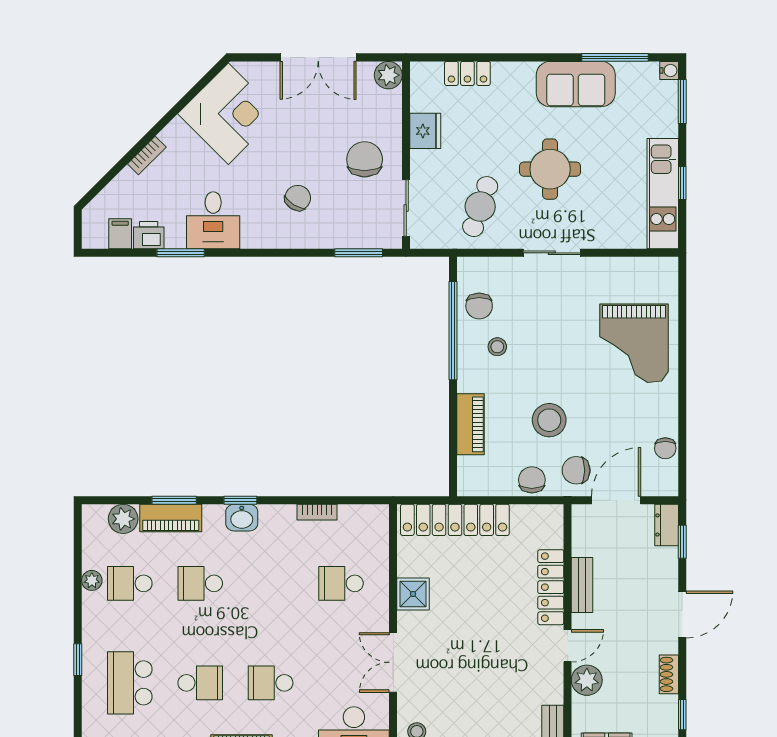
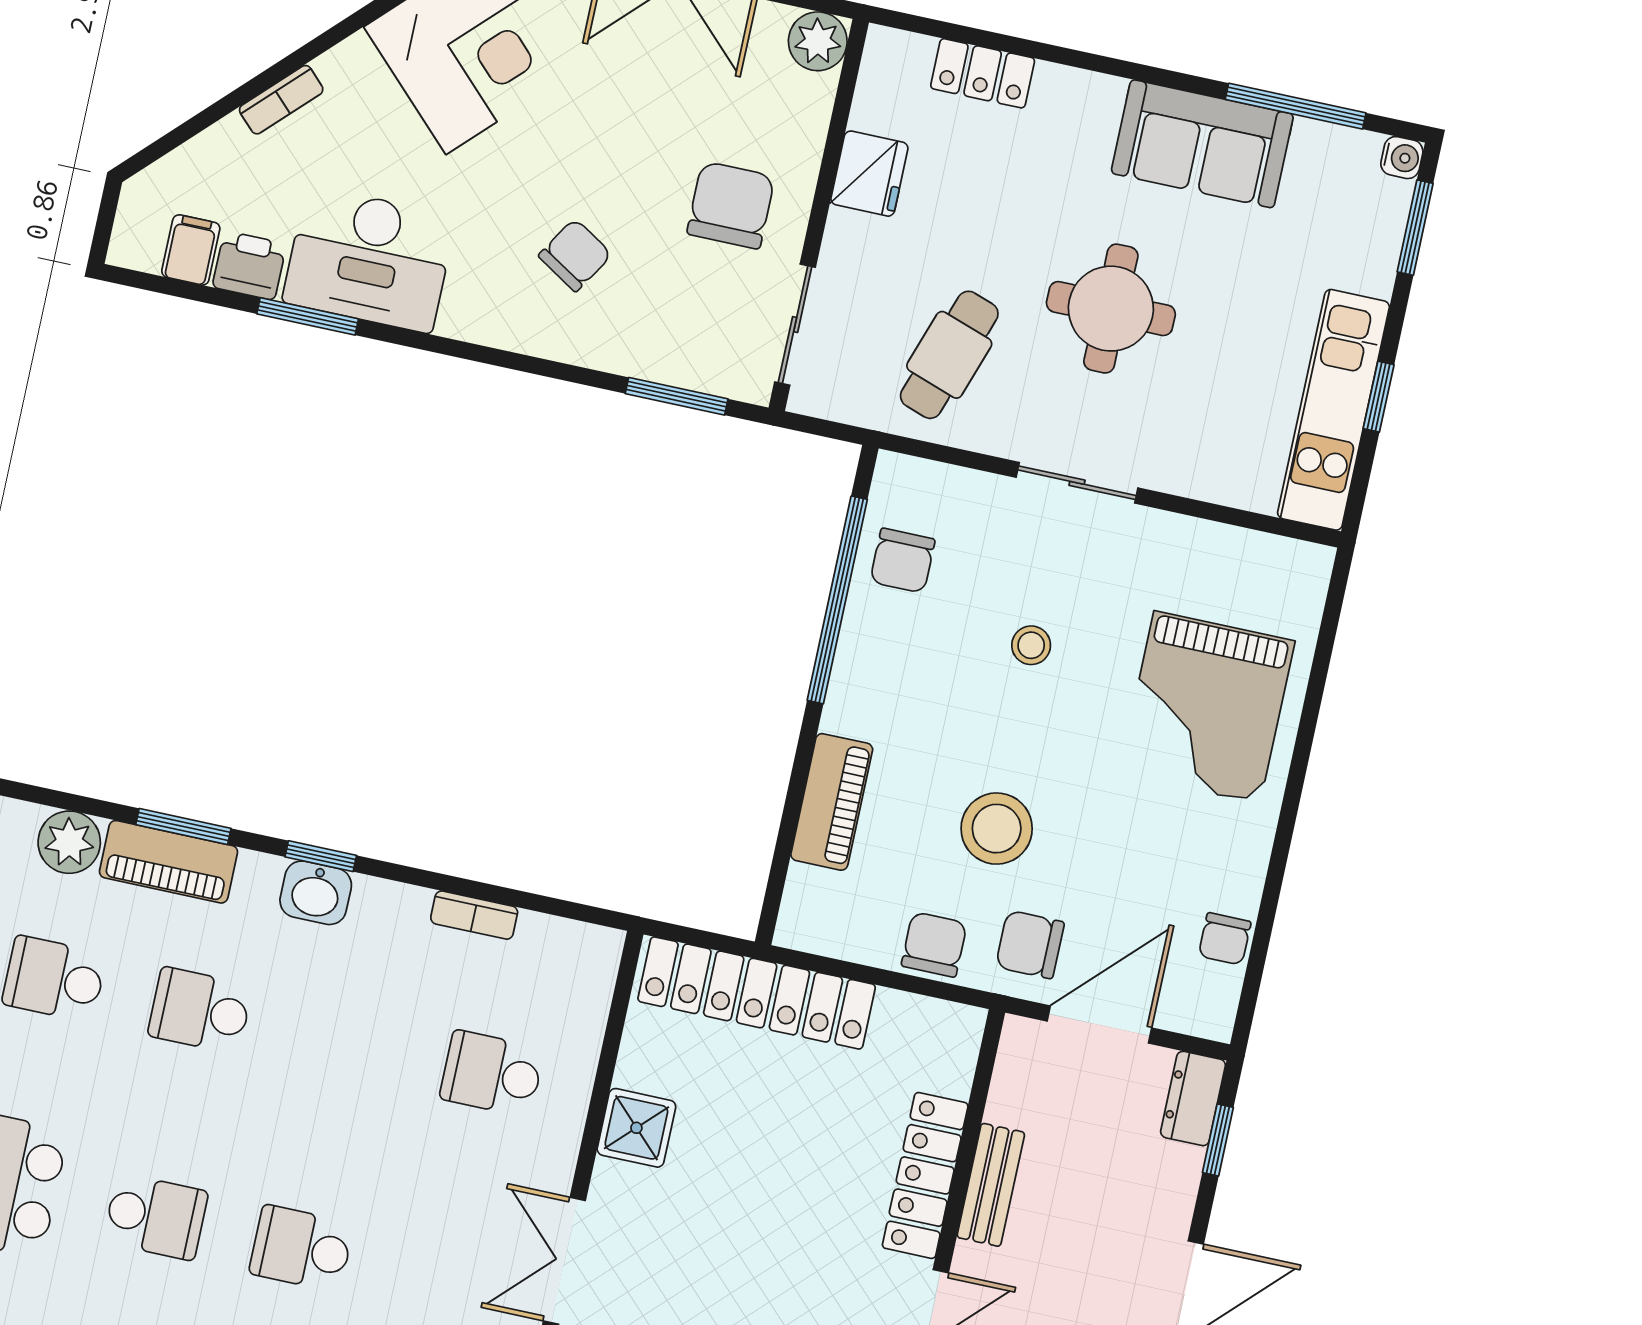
desk: (213, 220) -> (369, 259), width x1.37
stool: (497, 347) -> (1031, 645), moved

